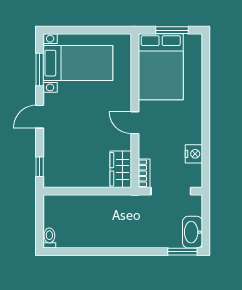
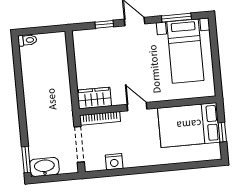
window: (172, 30) -> (222, 132), width x0.67
door: (135, 123) -> (137, 107), hinge flipped
window: (40, 167) -> (104, 24), moved
bookcase: (144, 173) -> (100, 118), width x1.56

